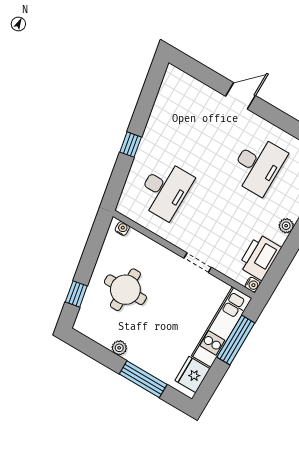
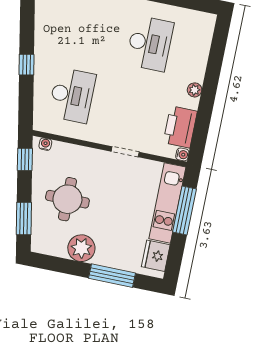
window: (97, 236) -> (25, 159), added
window: (76, 294) -> (24, 219), width x1.50
plant: (119, 348) -> (81, 248), width x1.88, depth x1.88

